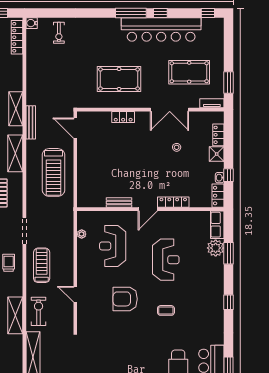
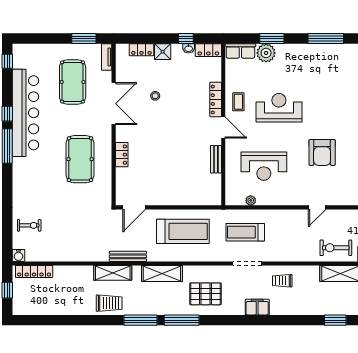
treadmill: (42, 265) -> (245, 232), moved
window: (229, 302) -> (326, 39), width x2.17
coffee table: (166, 310) -> (238, 102), moved

